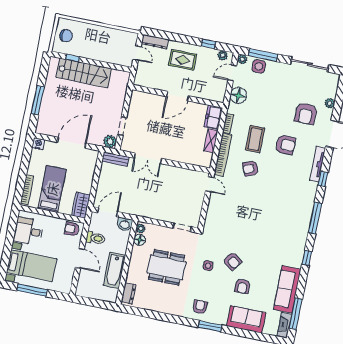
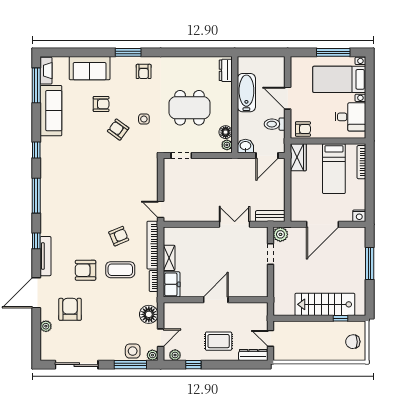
coffee table: (255, 139) -> (120, 270), turned 90
armchair: (243, 286) -> (101, 104), turned 90

